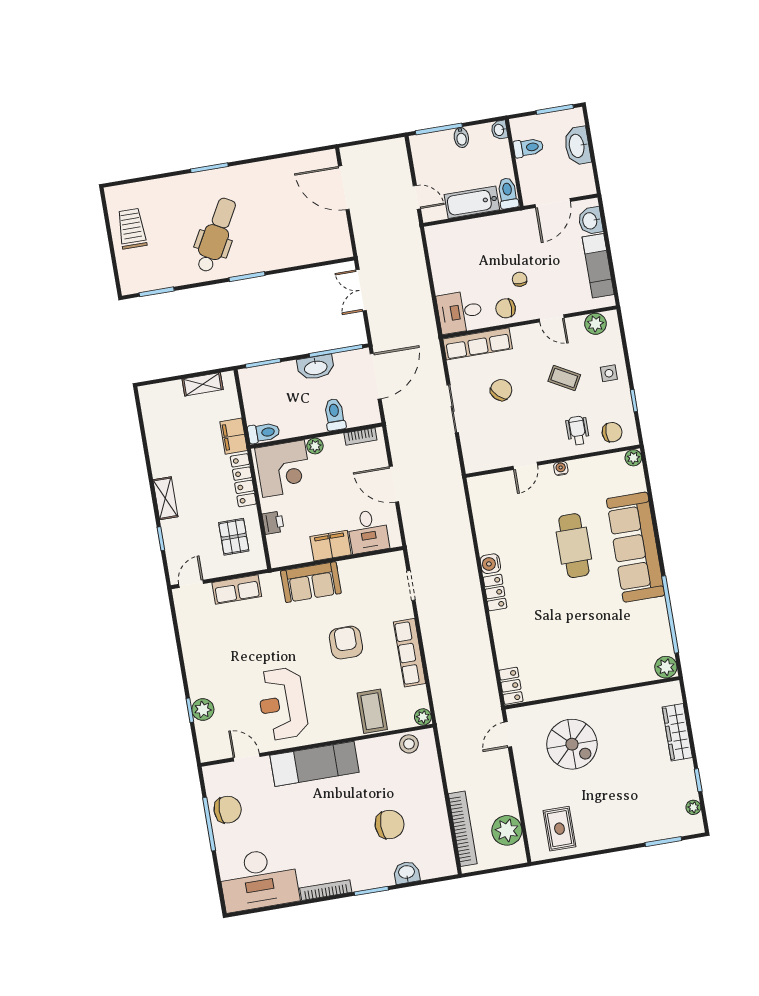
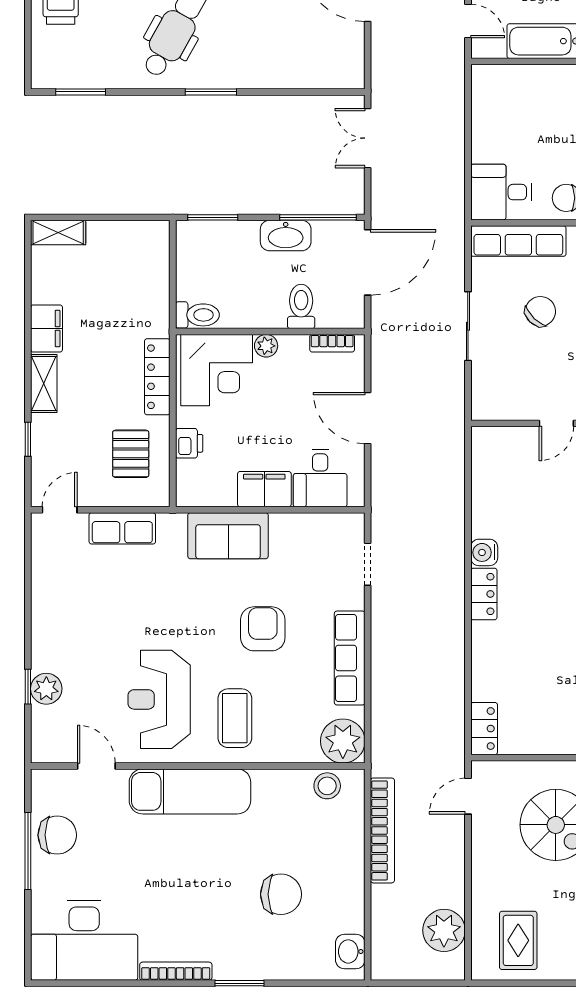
shelving: (203, 384) -> (58, 232), moved
filing cabinet: (234, 436) -> (47, 328), moved, turned 180
coffee table: (372, 711) -> (235, 718), moved
plant: (423, 717) -> (343, 741), width x1.88, depth x1.88
bookcase: (463, 829) -> (382, 830), moved
washbasin: (407, 873) -> (350, 951), moved, turned -90

